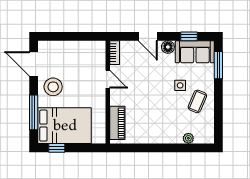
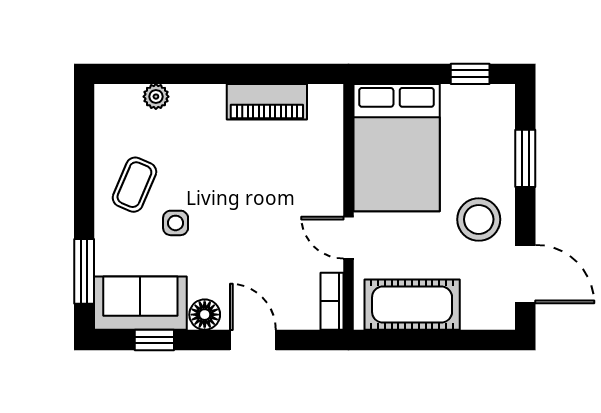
cot: (81, 51) -> (412, 305), added
window: (34, 112) -> (525, 158), width x0.69
piano: (117, 123) -> (267, 102), moved, turned -90
bed: (65, 126) -> (397, 148), moved, turned -90

